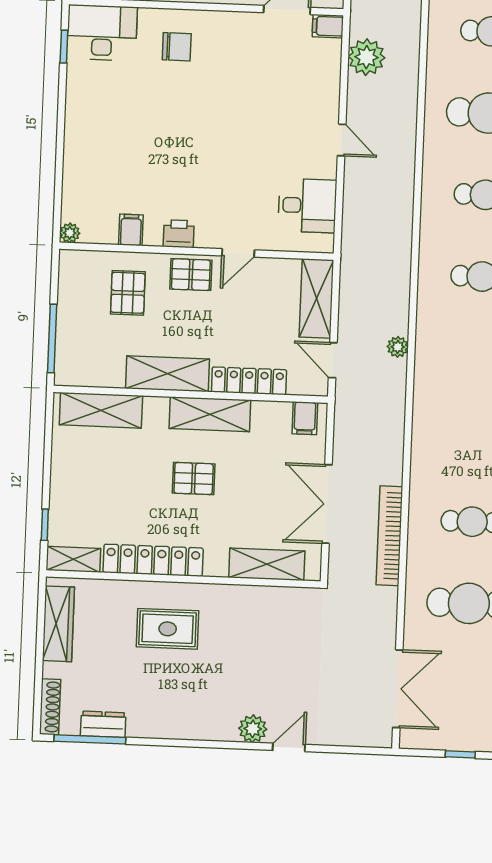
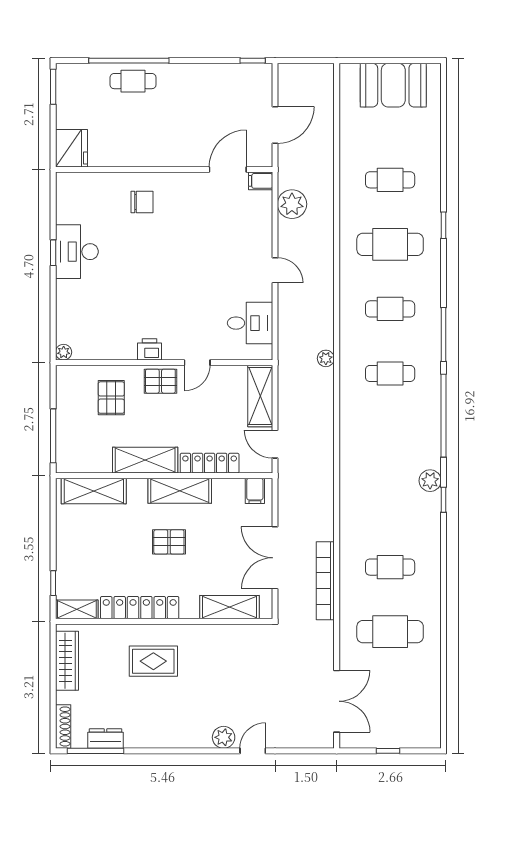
desk: (102, 33) -> (77, 252), moved, turned -90
window: (64, 47) -> (53, 253), moved
filing cabinet: (131, 230) -> (112, 348), removed
plant: (398, 347) -> (326, 358), moved

